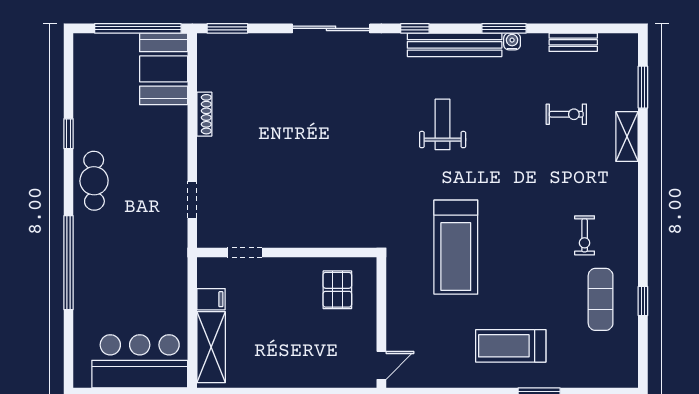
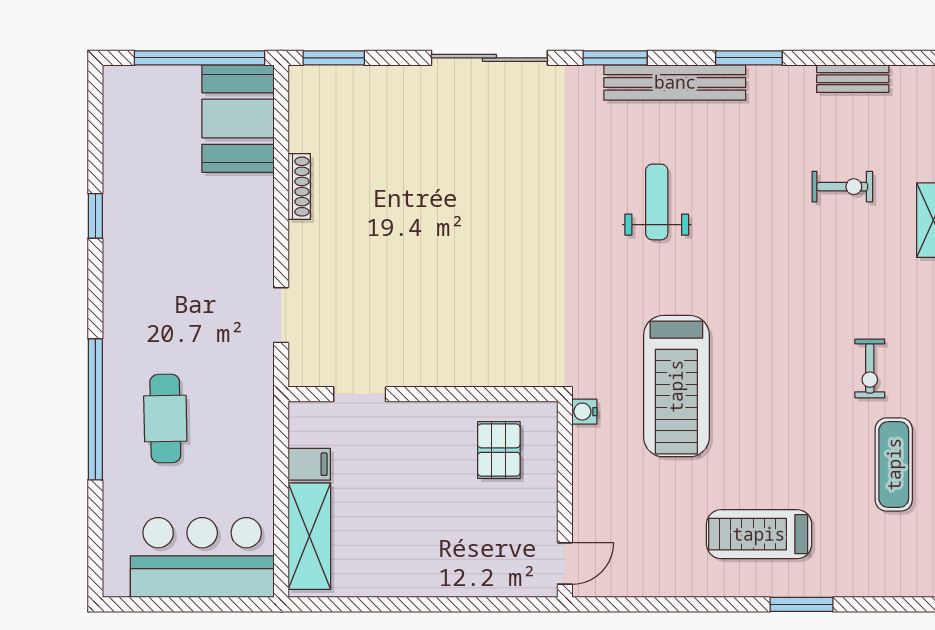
window: (415, 28) -> (615, 58), width x1.50
water cooler: (512, 41) -> (584, 412), moved, turned -90
cafe table: (94, 181) -> (165, 419), moved

